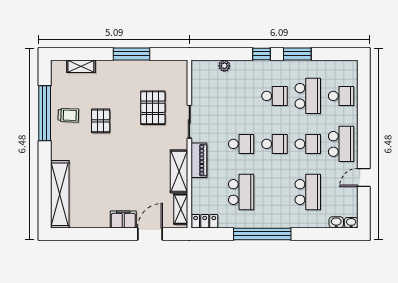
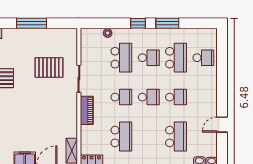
pallet: (153, 108) -> (49, 67), turned 90
school desk: (341, 144) -> (121, 58), moved
shelving: (179, 171) -> (70, 119), removed

